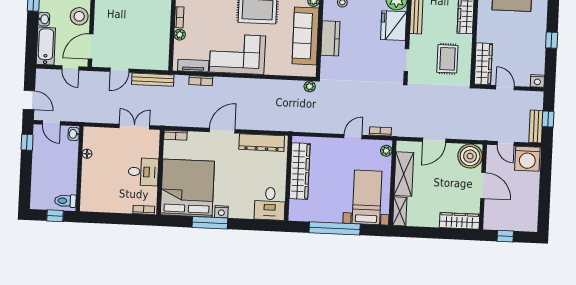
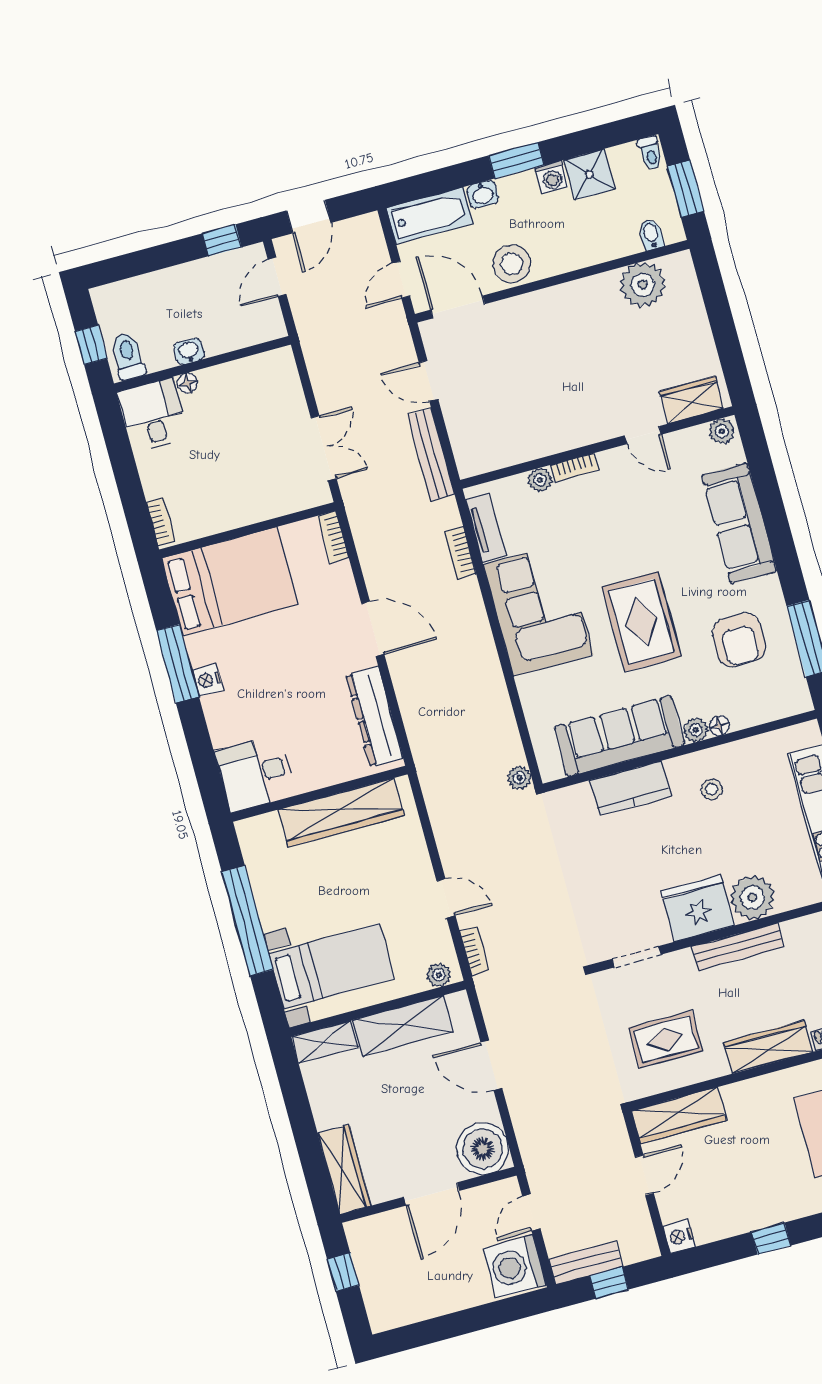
washbasin: (74, 134) -> (189, 351), moved
floor lamp: (87, 154) -> (187, 383), moved
desk: (143, 172) -> (153, 415), moved, turned 180
bed: (187, 188) -> (230, 581), width x0.73

